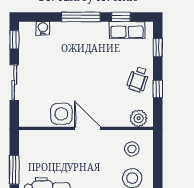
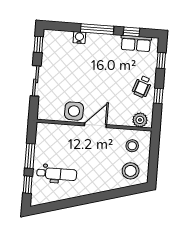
water cooler: (43, 28) -> (79, 38), moved
door: (87, 128) -> (95, 125), hinge flipped

